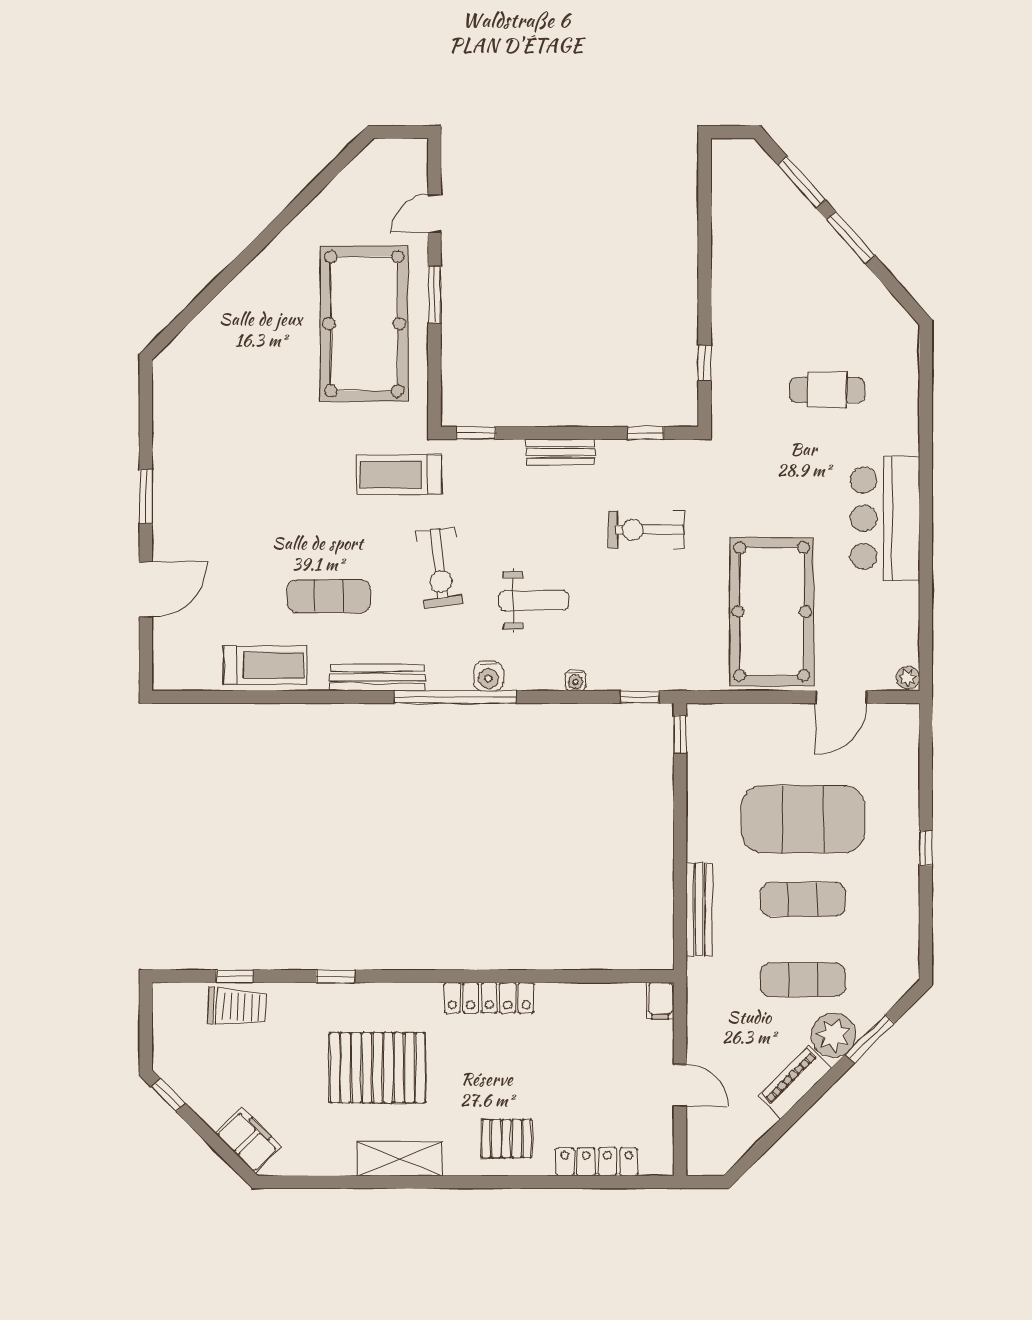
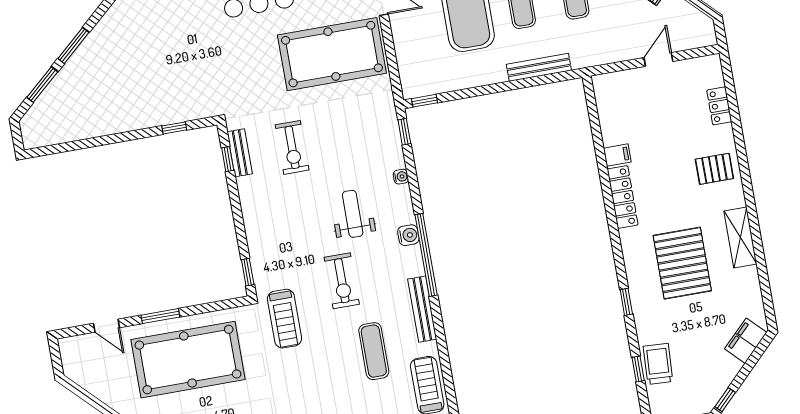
cafe table: (827, 390) -> (178, 43), removed
bench: (560, 452) -> (240, 153), moved
exercise bike: (439, 568) -> (342, 281), turned 97
filing cabinet: (660, 1001) -> (617, 155), moved
pallet: (507, 1139) -> (714, 169), turned 90
locker: (597, 1162) -> (719, 106), width x0.66

